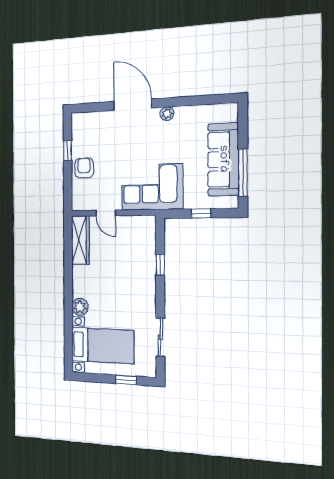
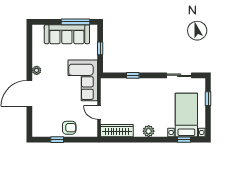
armchair: (84, 168) -> (69, 128), turned 180
door: (106, 213) -> (99, 112), swing flipped
plant: (80, 307) -> (149, 131), moved
window: (68, 340) -> (184, 140), added

